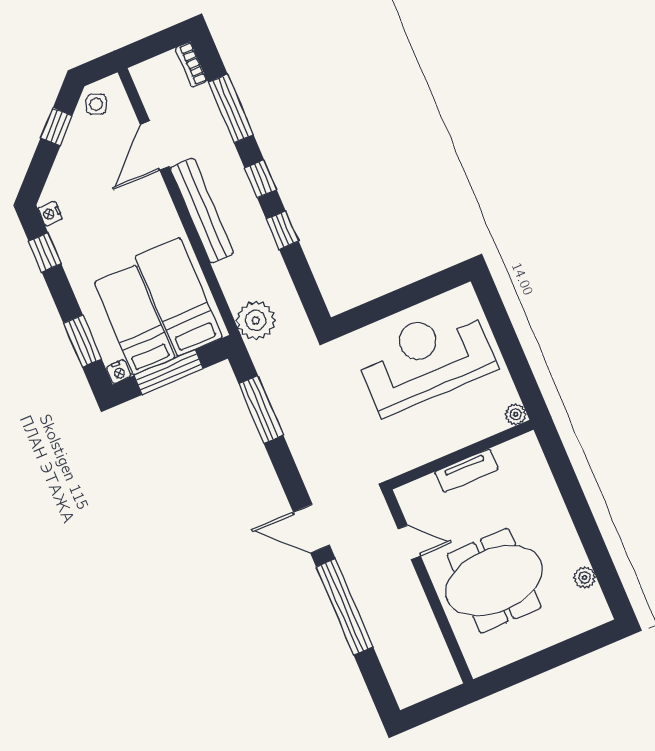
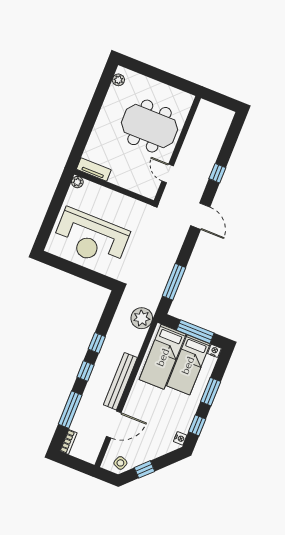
window: (83, 341) -> (211, 392), moved
tv unit: (467, 471) -> (94, 169), moved
plant: (585, 578) -> (118, 80), moved
window: (345, 607) -> (217, 173), width x0.32

